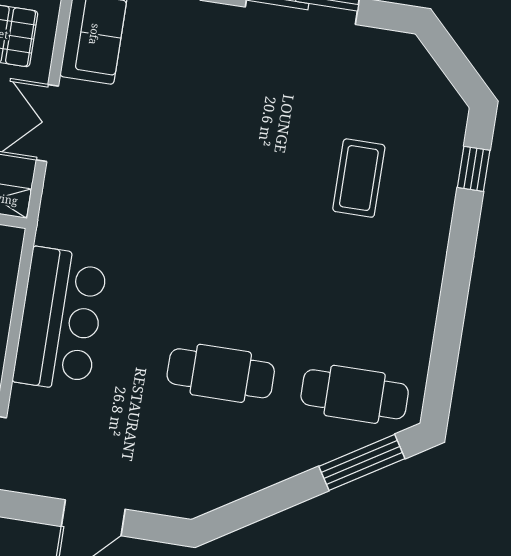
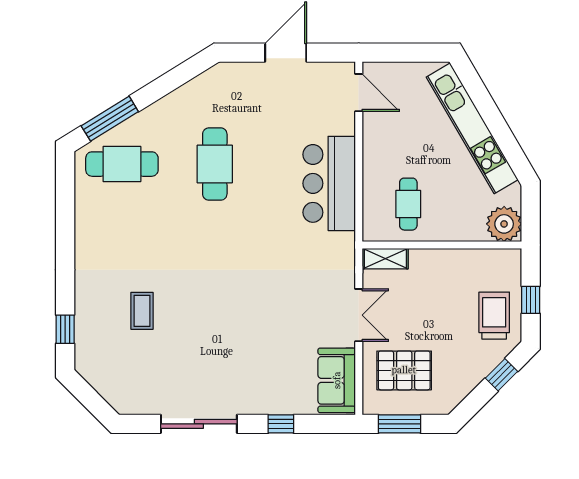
coffee table: (359, 178) -> (142, 311), width x0.73, depth x0.77
cafe table: (221, 373) -> (215, 164), turned 90

